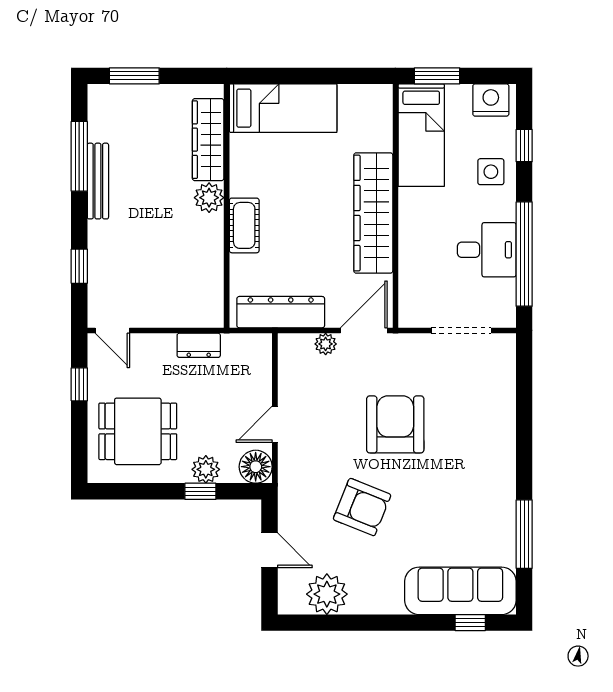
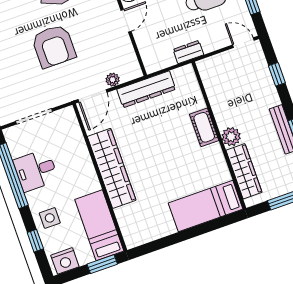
bed: (283, 108) -> (206, 206), moved
wardrobe: (208, 140) -> (244, 171), moved
plant: (209, 198) -> (231, 137), moved
wall: (227, 206) -> (219, 135), moved
cot: (244, 225) -> (204, 127), moved

